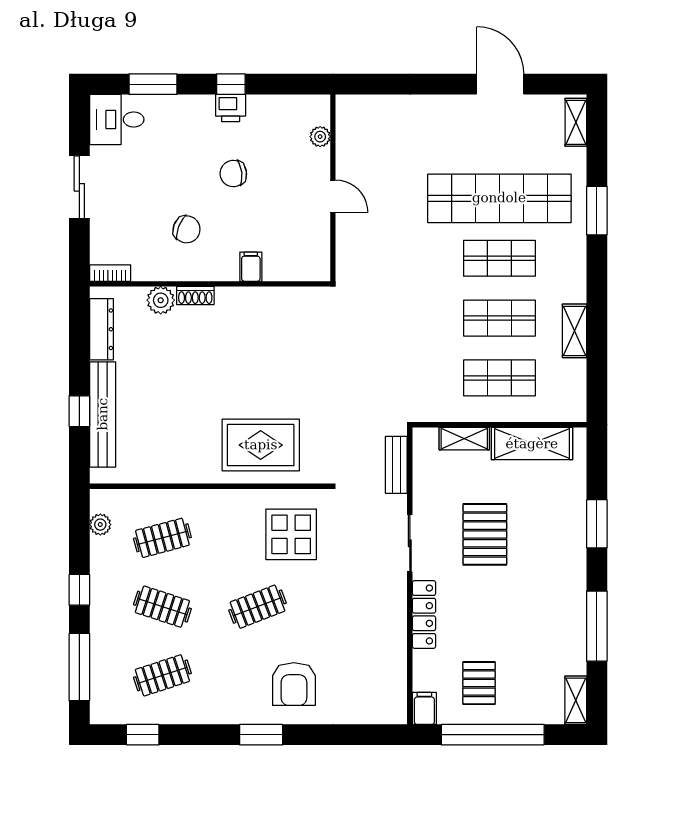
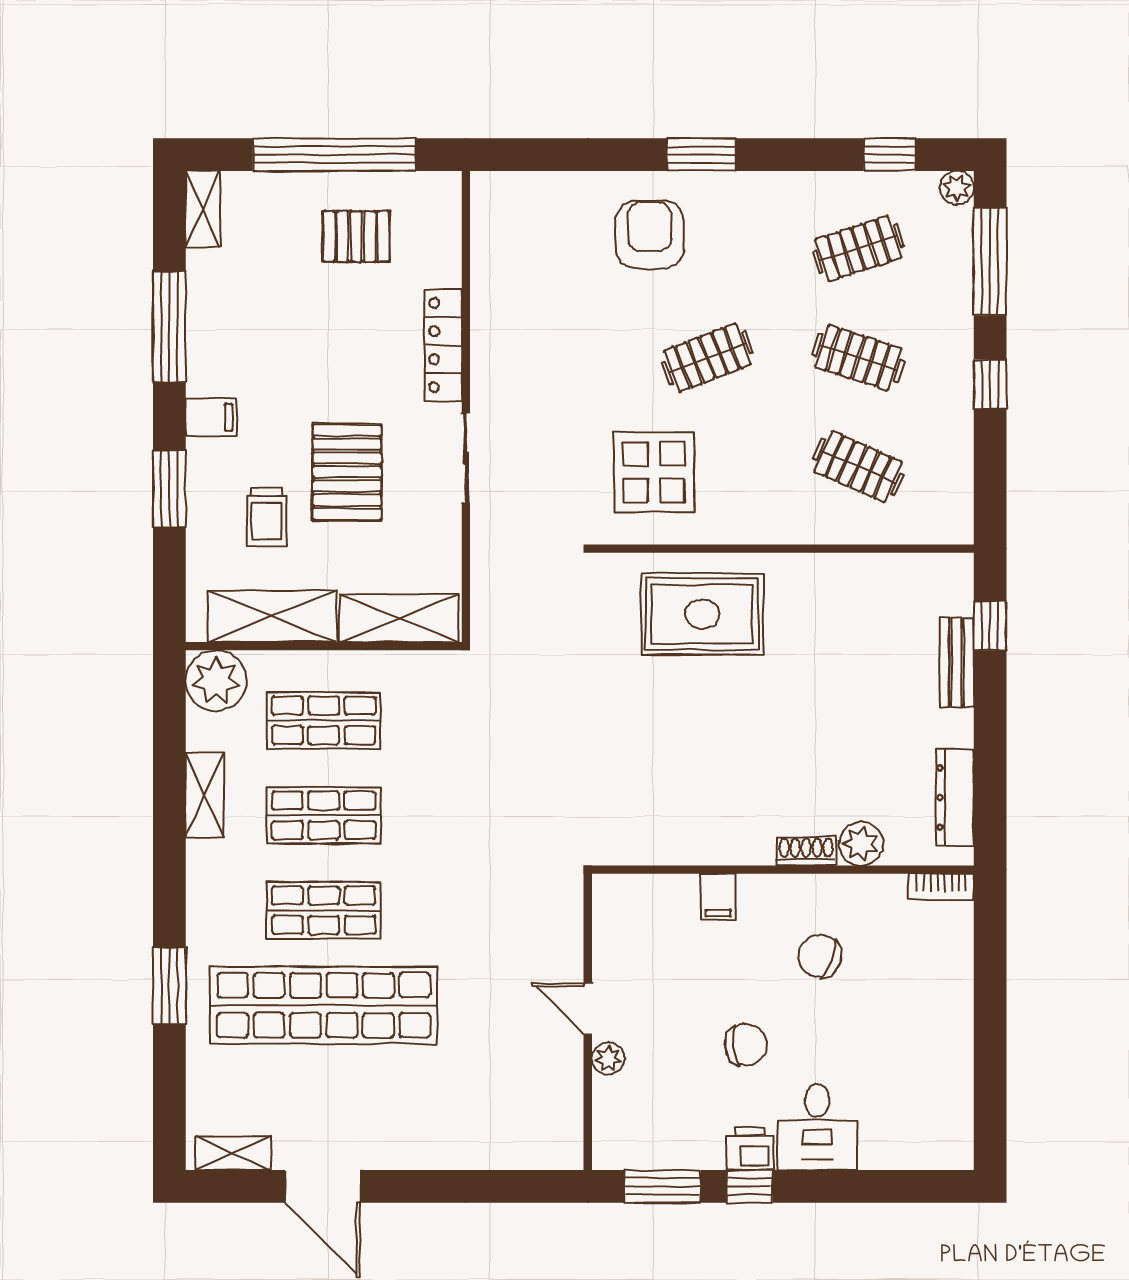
window: (153, 84) -> (663, 1186), moved
desk: (117, 119) -> (817, 1127), moved, turned 90
shelving: (576, 122) -> (233, 1153), moved, turned 90
plant: (320, 137) -> (608, 1059), moved
sliding door: (79, 187) -> (990, 1023), removed
plant: (567, 403) -> (216, 681), added
window: (79, 411) -> (990, 626), moved
bench: (103, 414) -> (957, 662), width x0.54, depth x0.82
shelving: (464, 439) -> (399, 618), width x1.50, depth x1.33
bench: (396, 465) -> (487, 583), removed
trolley: (536, 506) -> (266, 517), added
plant: (100, 525) -> (957, 188), moved
clothes rail: (162, 538) -> (858, 467), turned 39
pallet: (479, 683) -> (356, 236), turned 90
filing cabinet: (424, 708) -> (211, 418), moved, turned -90

